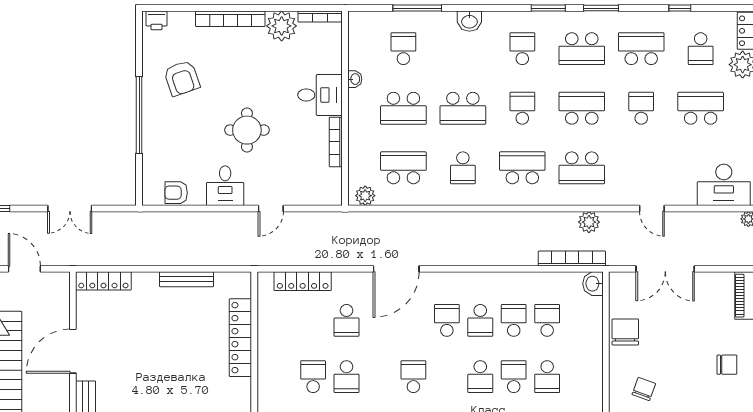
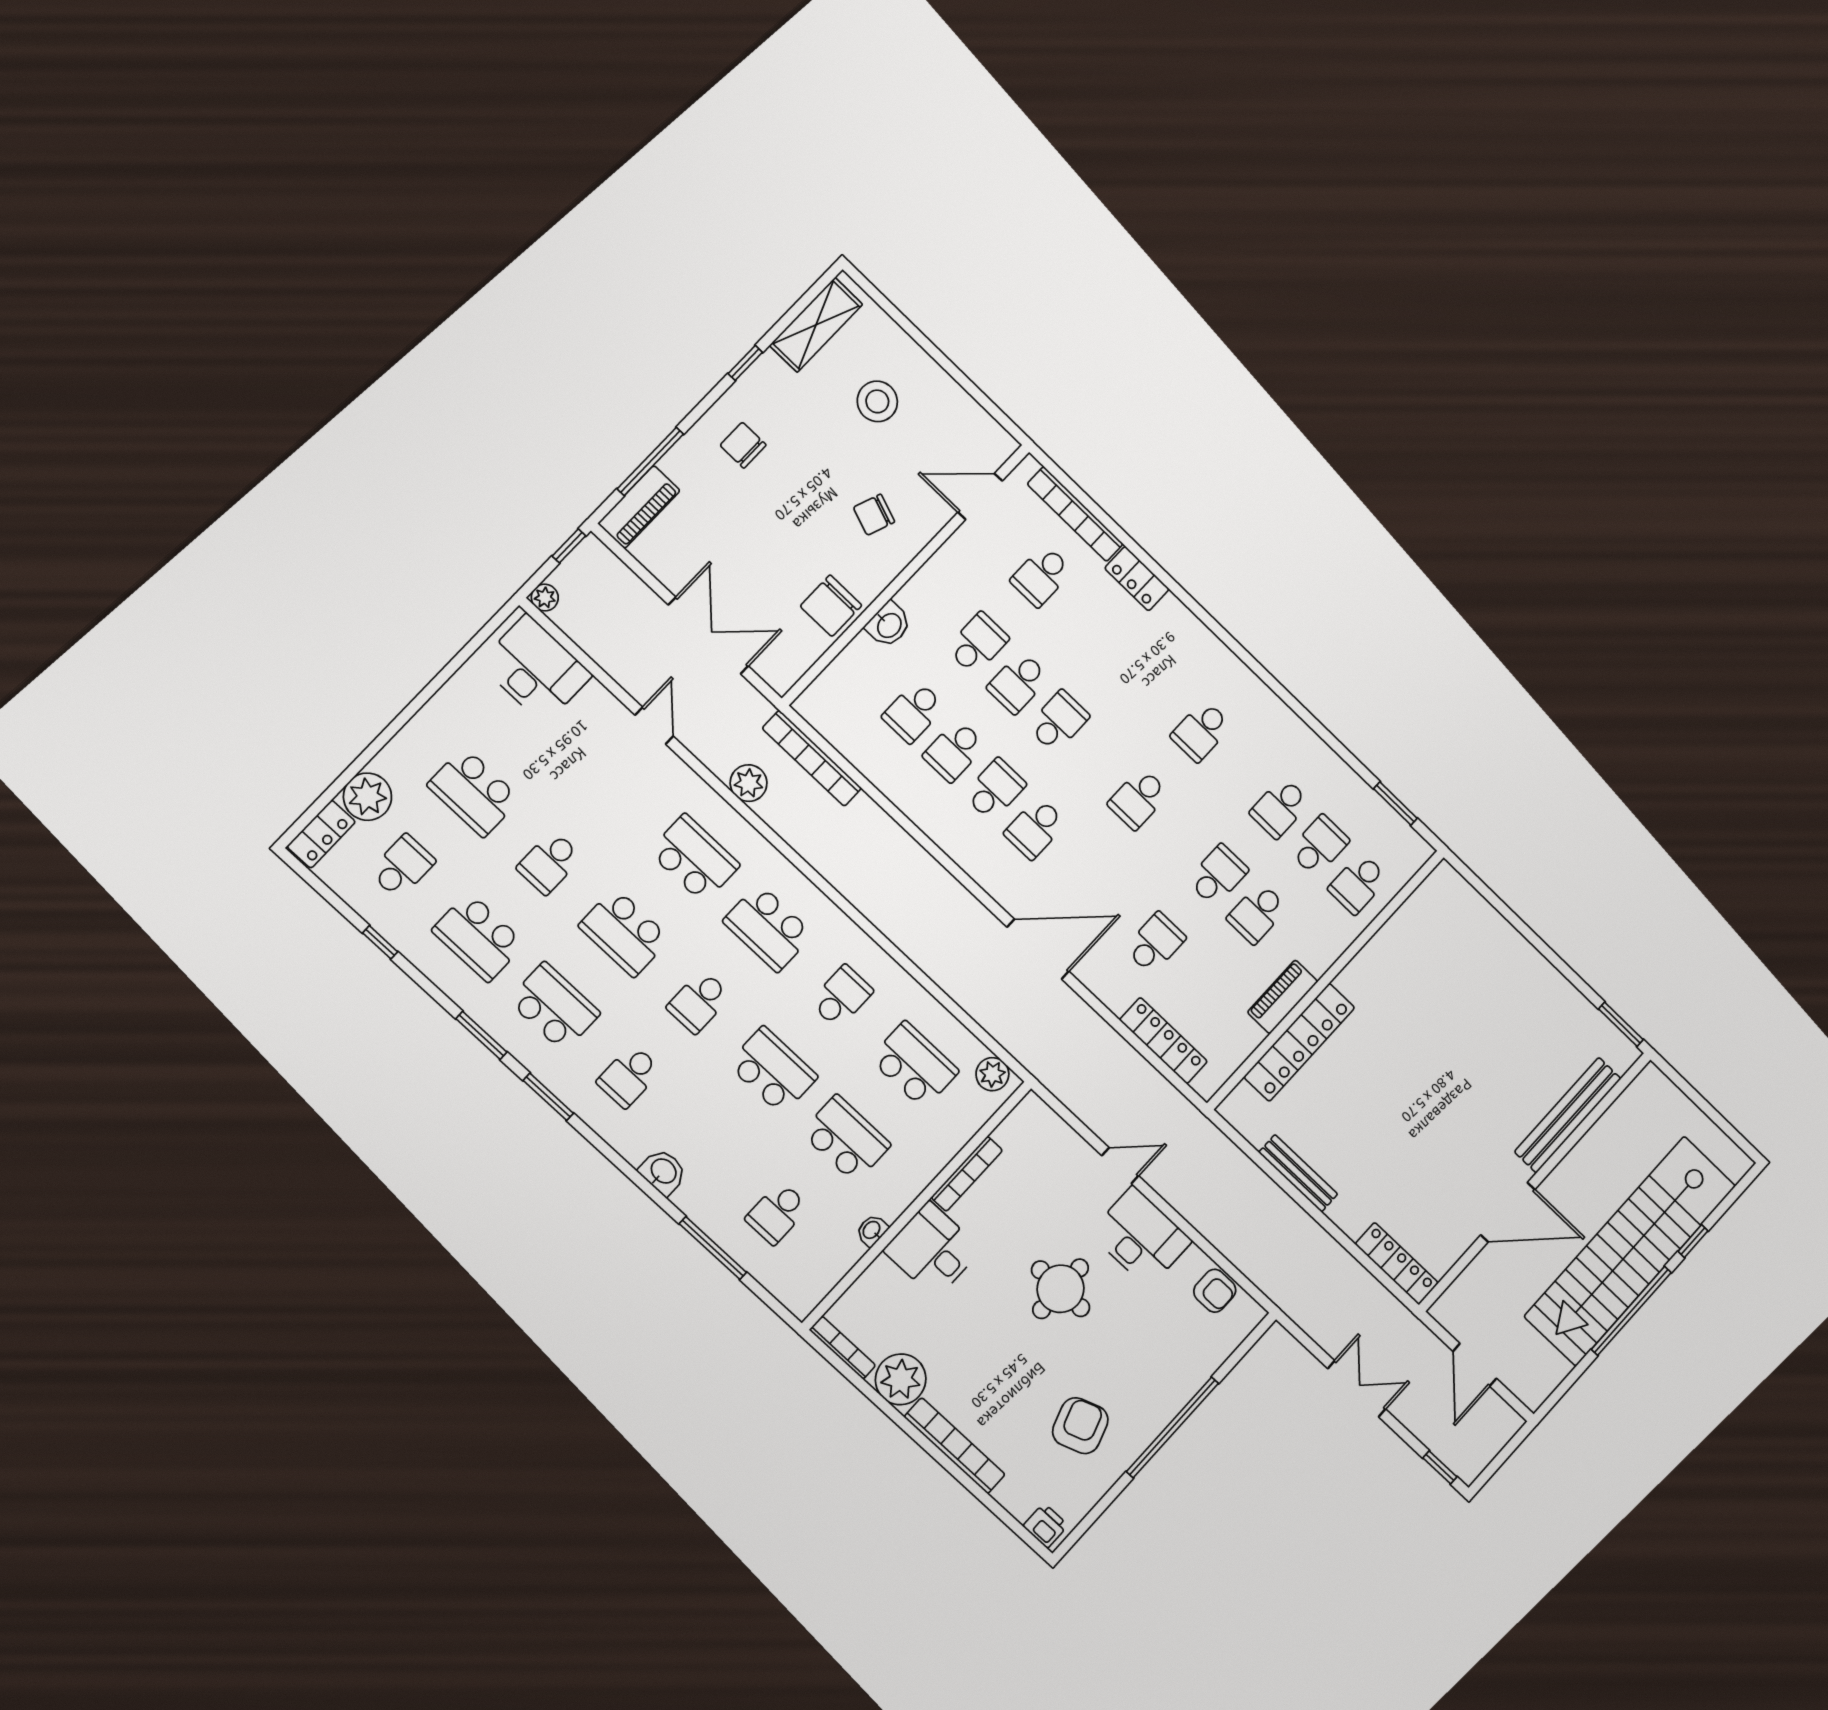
school desk: (403, 168) -> (914, 1065), turned 180
desk: (225, 186) -> (1141, 1237), width x1.37
washbasin: (593, 284) -> (889, 625), moved
piano: (267, 351) -> (1283, 997), added

